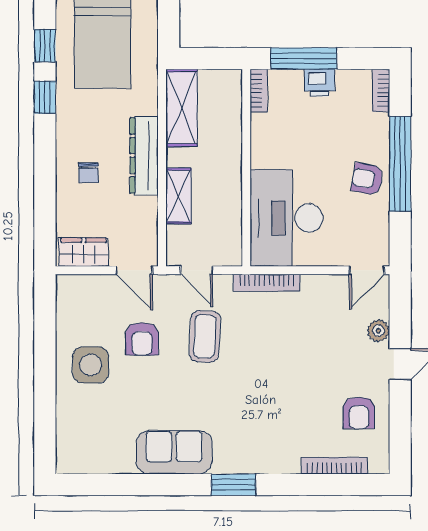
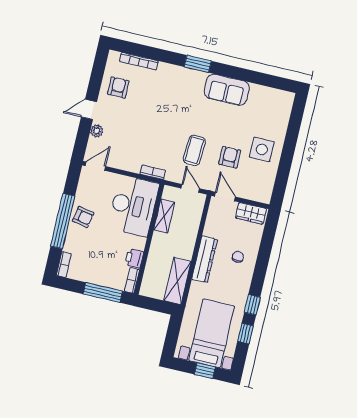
printer: (320, 83) -> (134, 258), moved, turned -90
shelving: (179, 196) -> (164, 216), moved
bookcase: (267, 283) -> (153, 172), width x0.64

